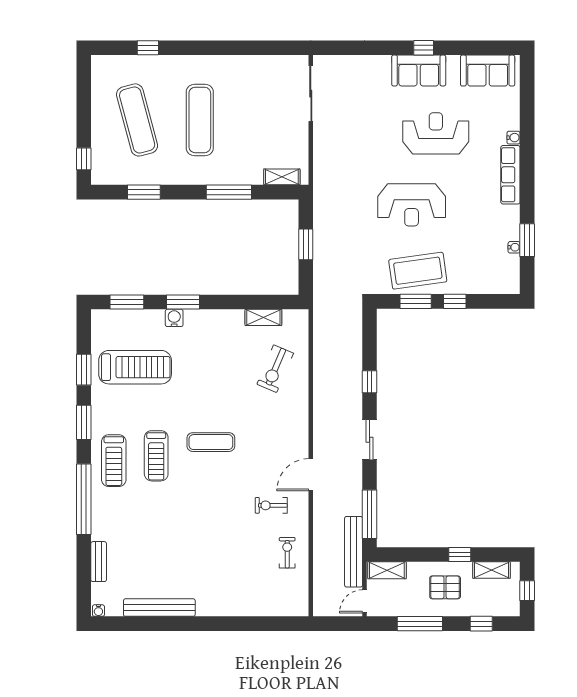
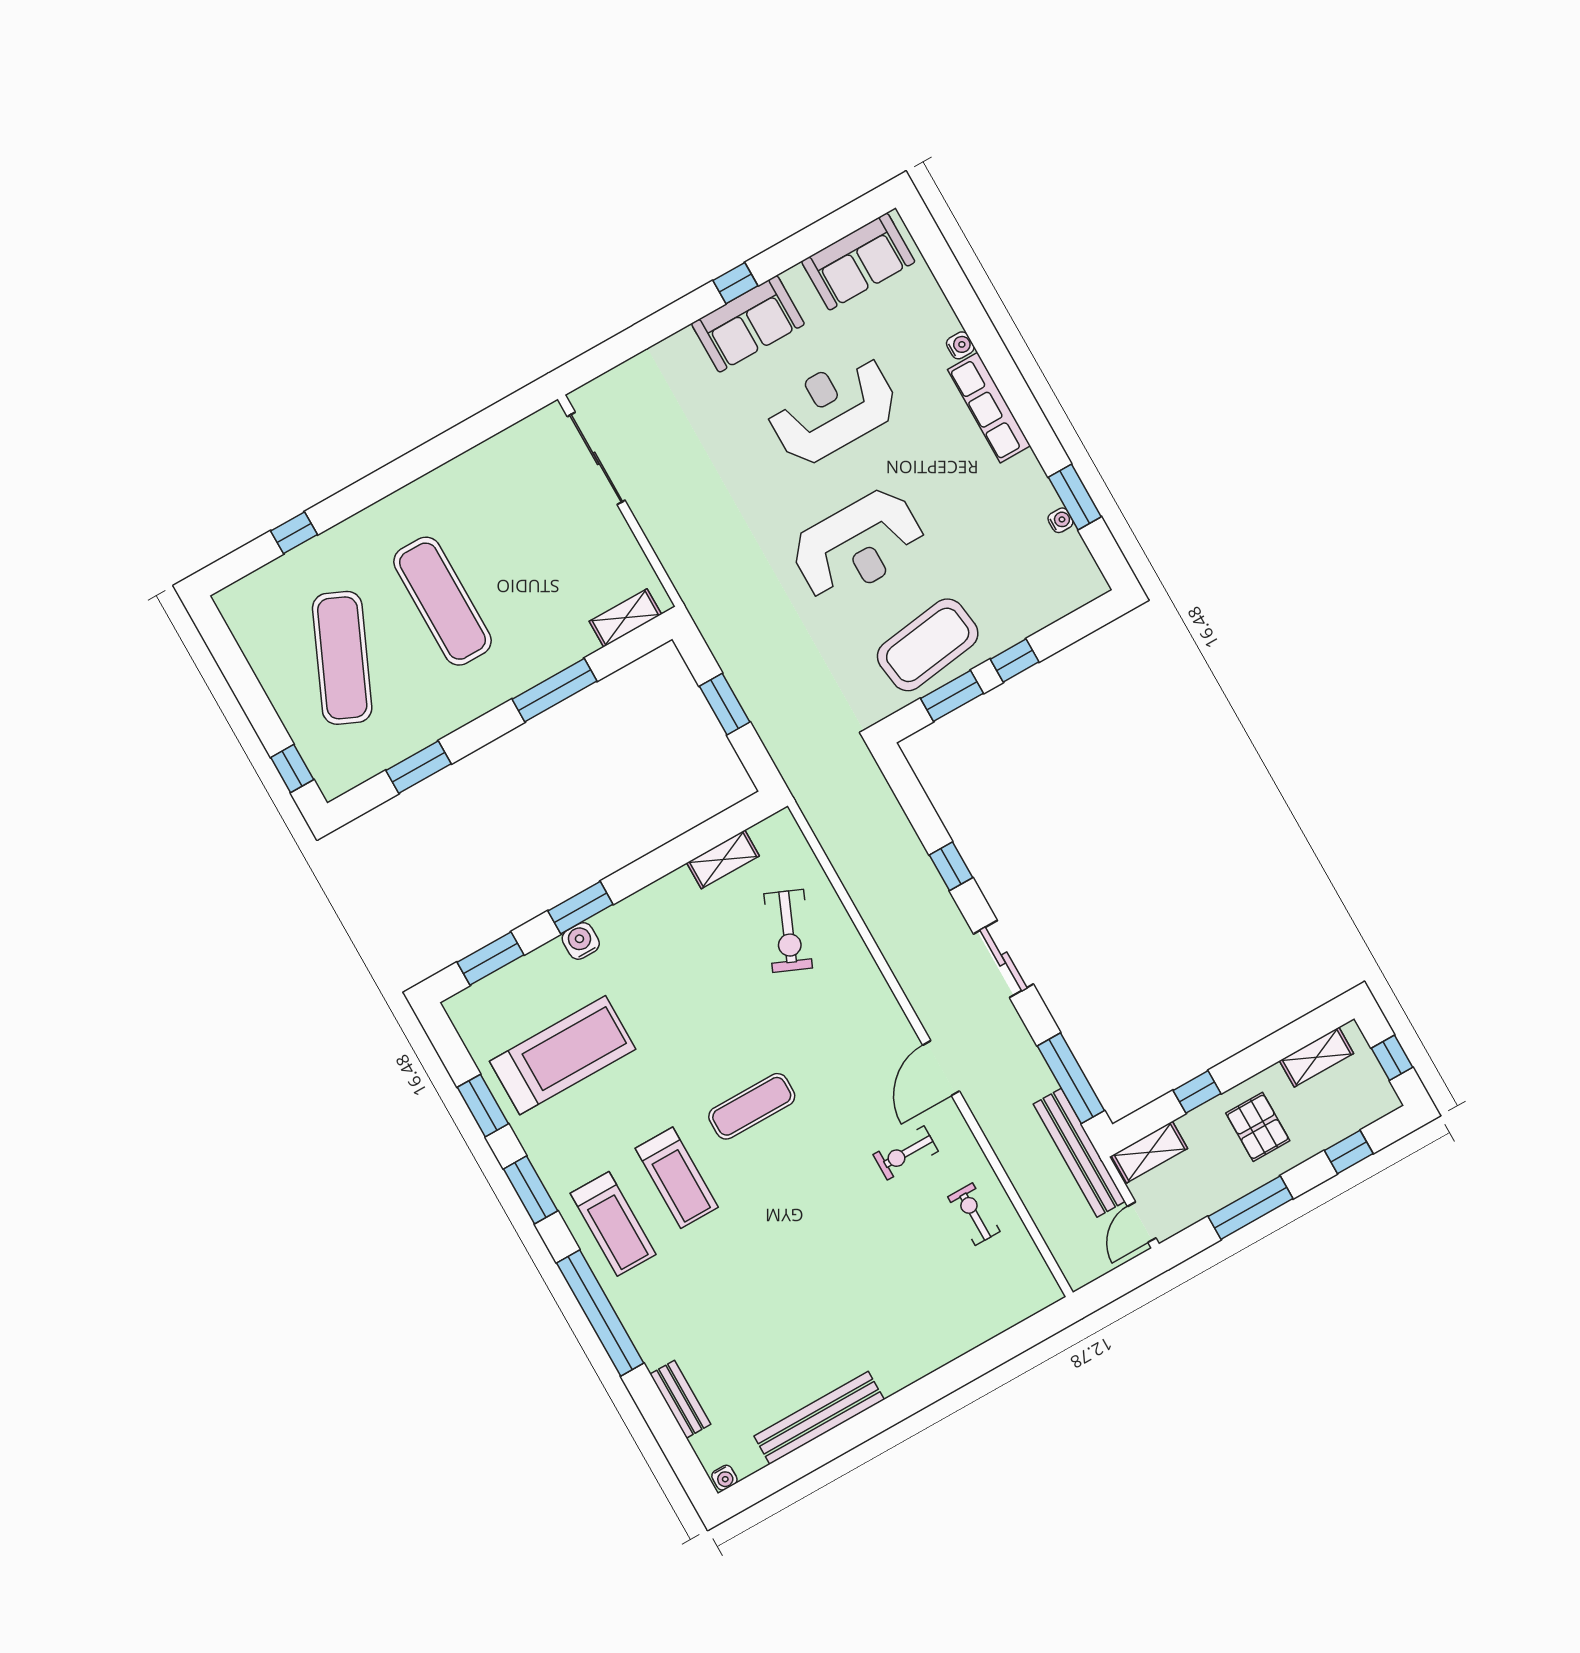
exercise mat: (137, 120) -> (342, 658), turned 39
window: (460, 555) -> (1197, 1092), moved
pallet: (445, 587) -> (1258, 1127), turned 90

